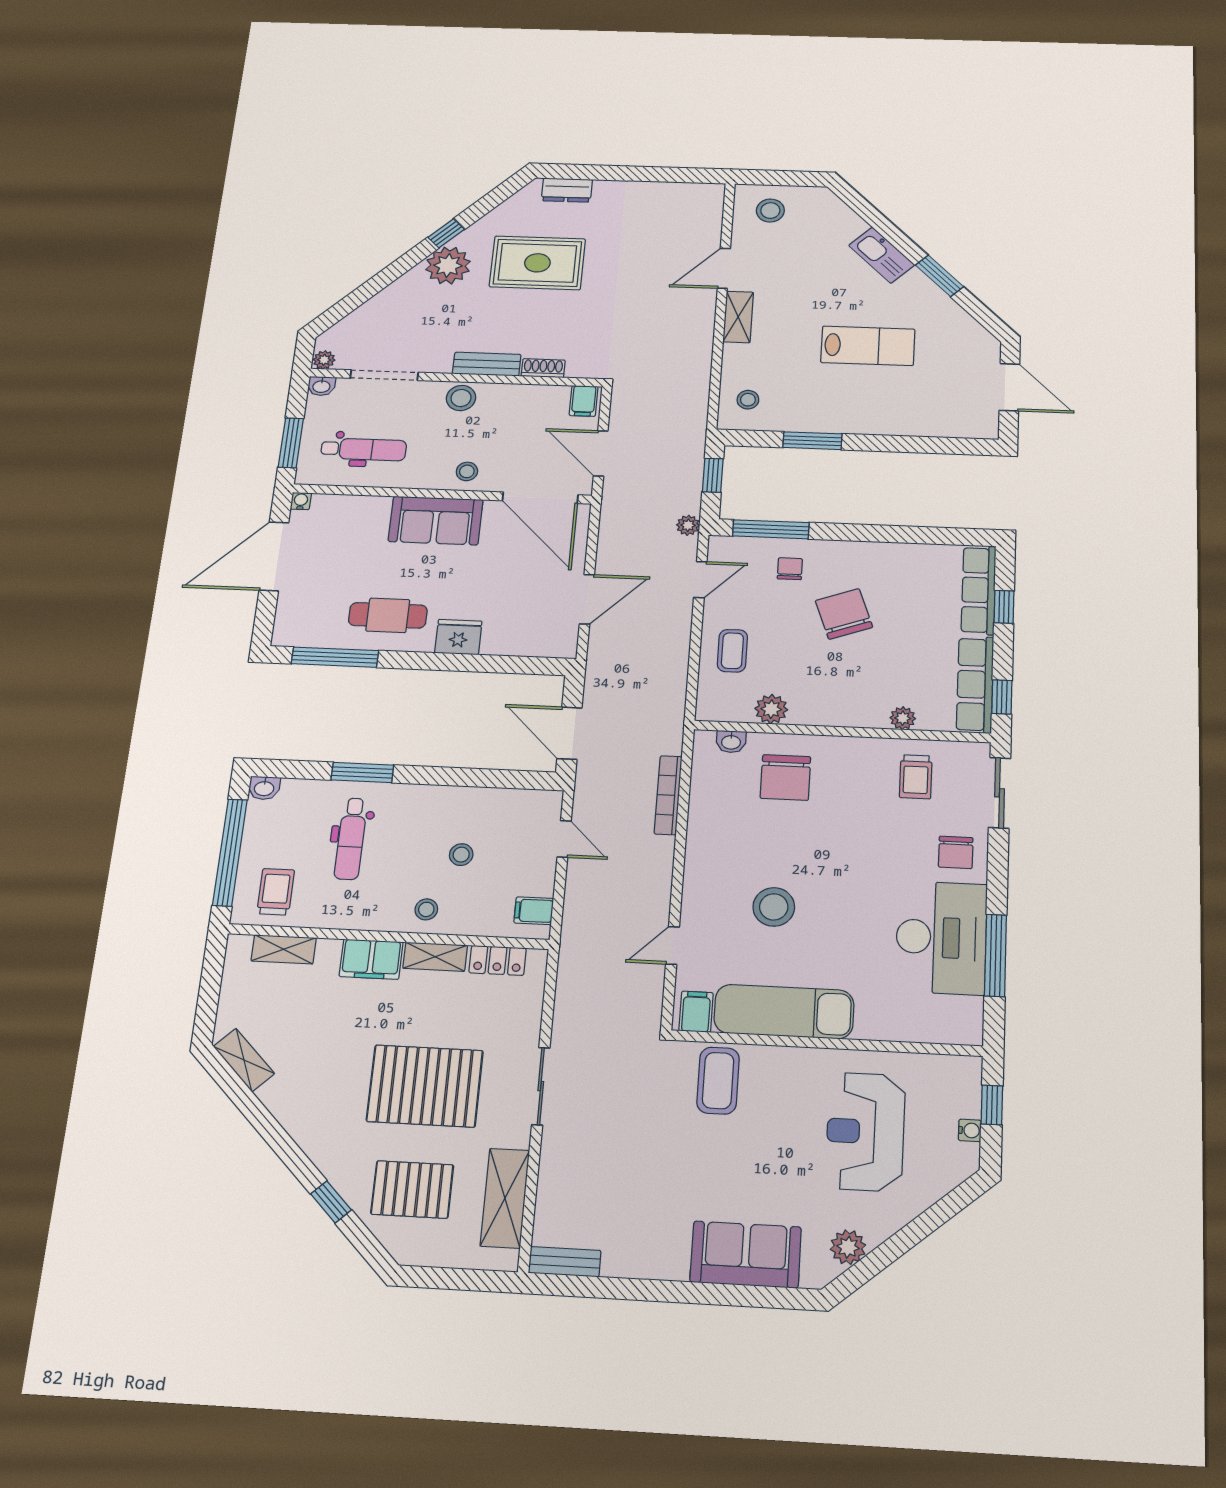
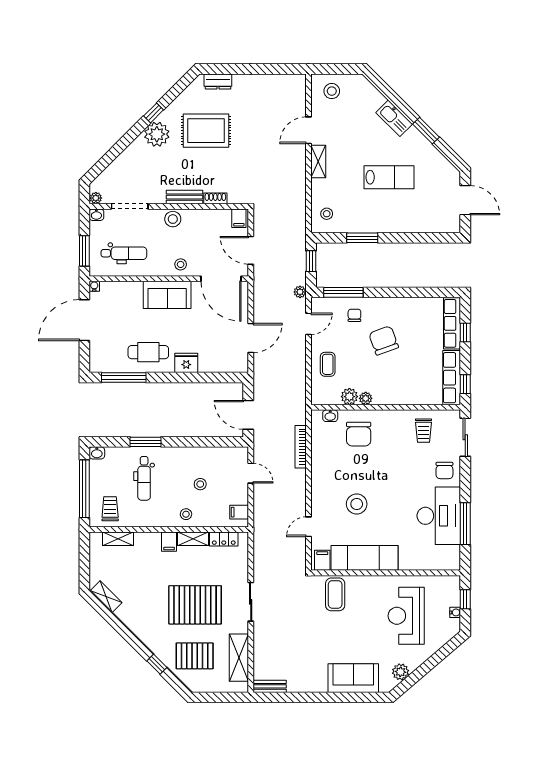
plant: (903, 718) -> (366, 398), moved
filing cabinet: (371, 959) -> (169, 542), width x0.50

